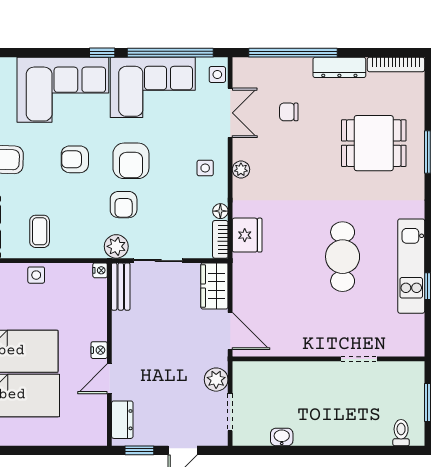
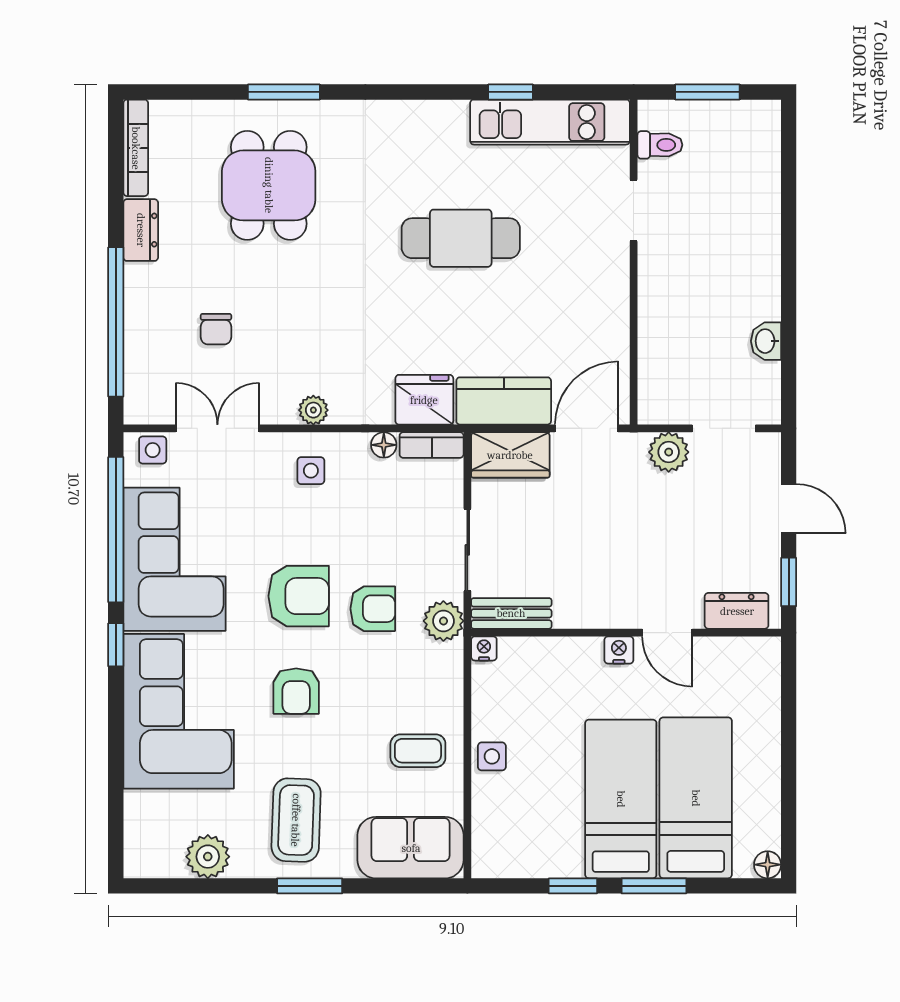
dresser: (339, 67) -> (141, 230), width x0.70
kitchen unit: (411, 266) -> (550, 122), moved
kitchen counter: (246, 282) -> (504, 401), added
toilet: (401, 433) -> (660, 145), moved, turned 180

